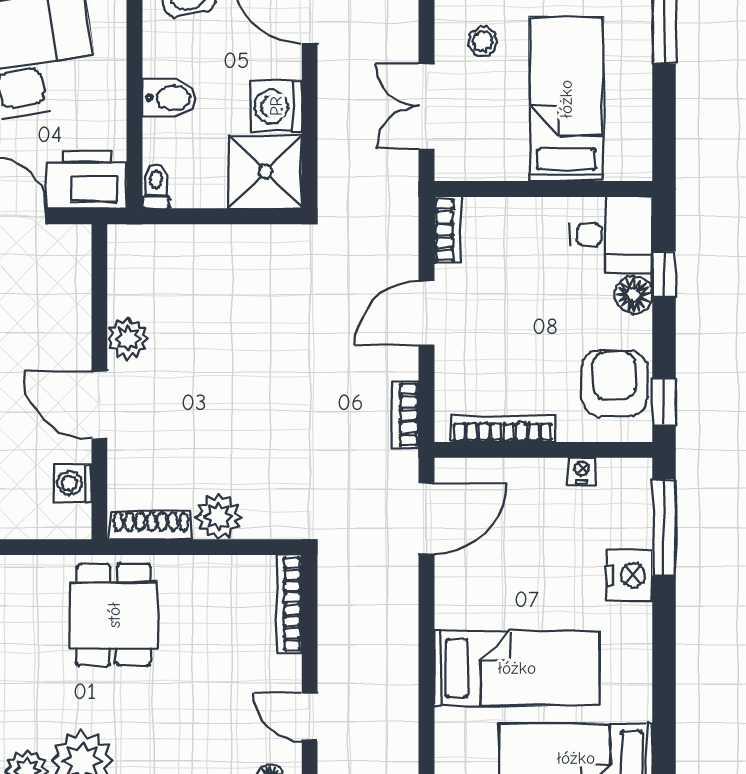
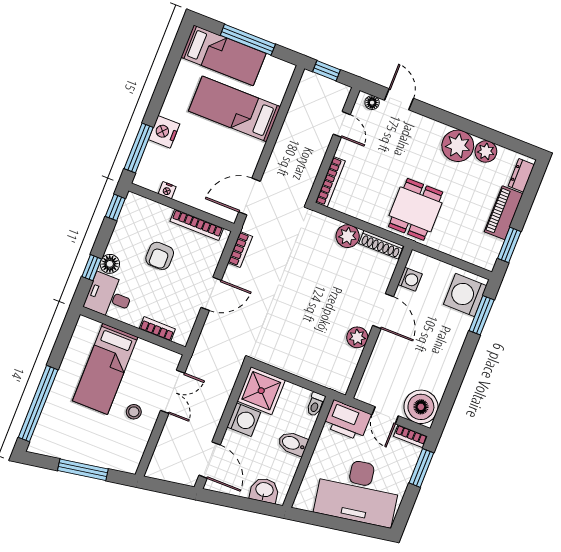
bookcase: (448, 230) -> (157, 329), moved, turned 90
armchair: (614, 383) -> (160, 256), moved, width x0.72, depth x0.72

